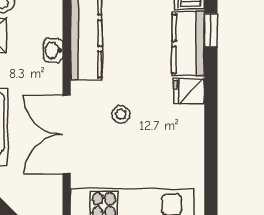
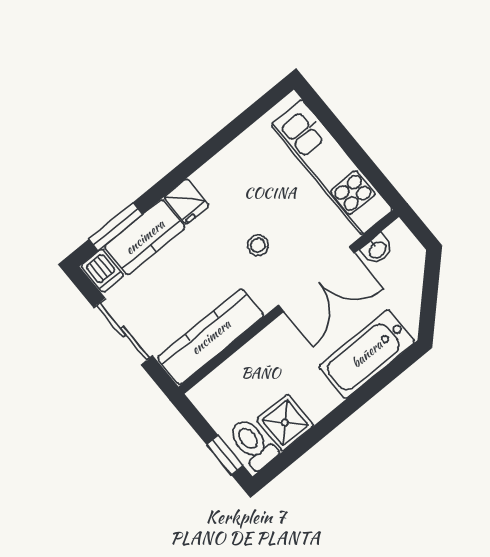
window: (211, 30) -> (116, 227), width x1.50
washbasin: (53, 50) -> (377, 249), moved

